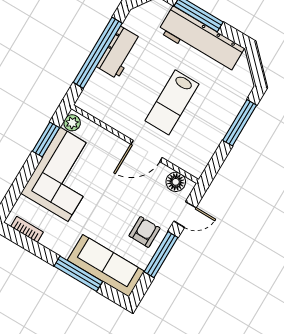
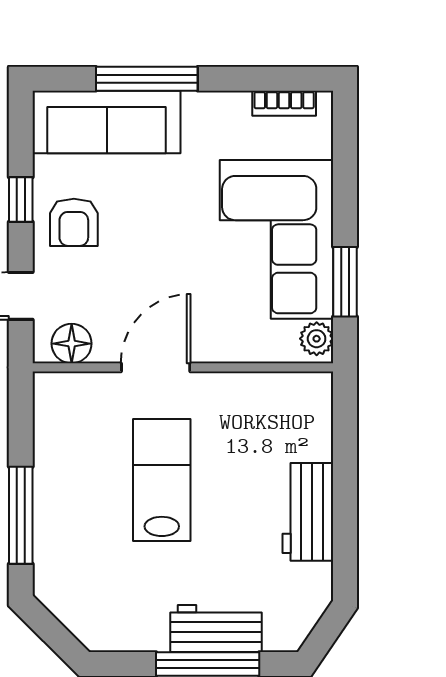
workbench: (201, 40) -> (216, 629), width x0.53, depth x0.76
window: (98, 53) -> (345, 489), removed
window: (161, 255) -> (21, 200), width x0.46

